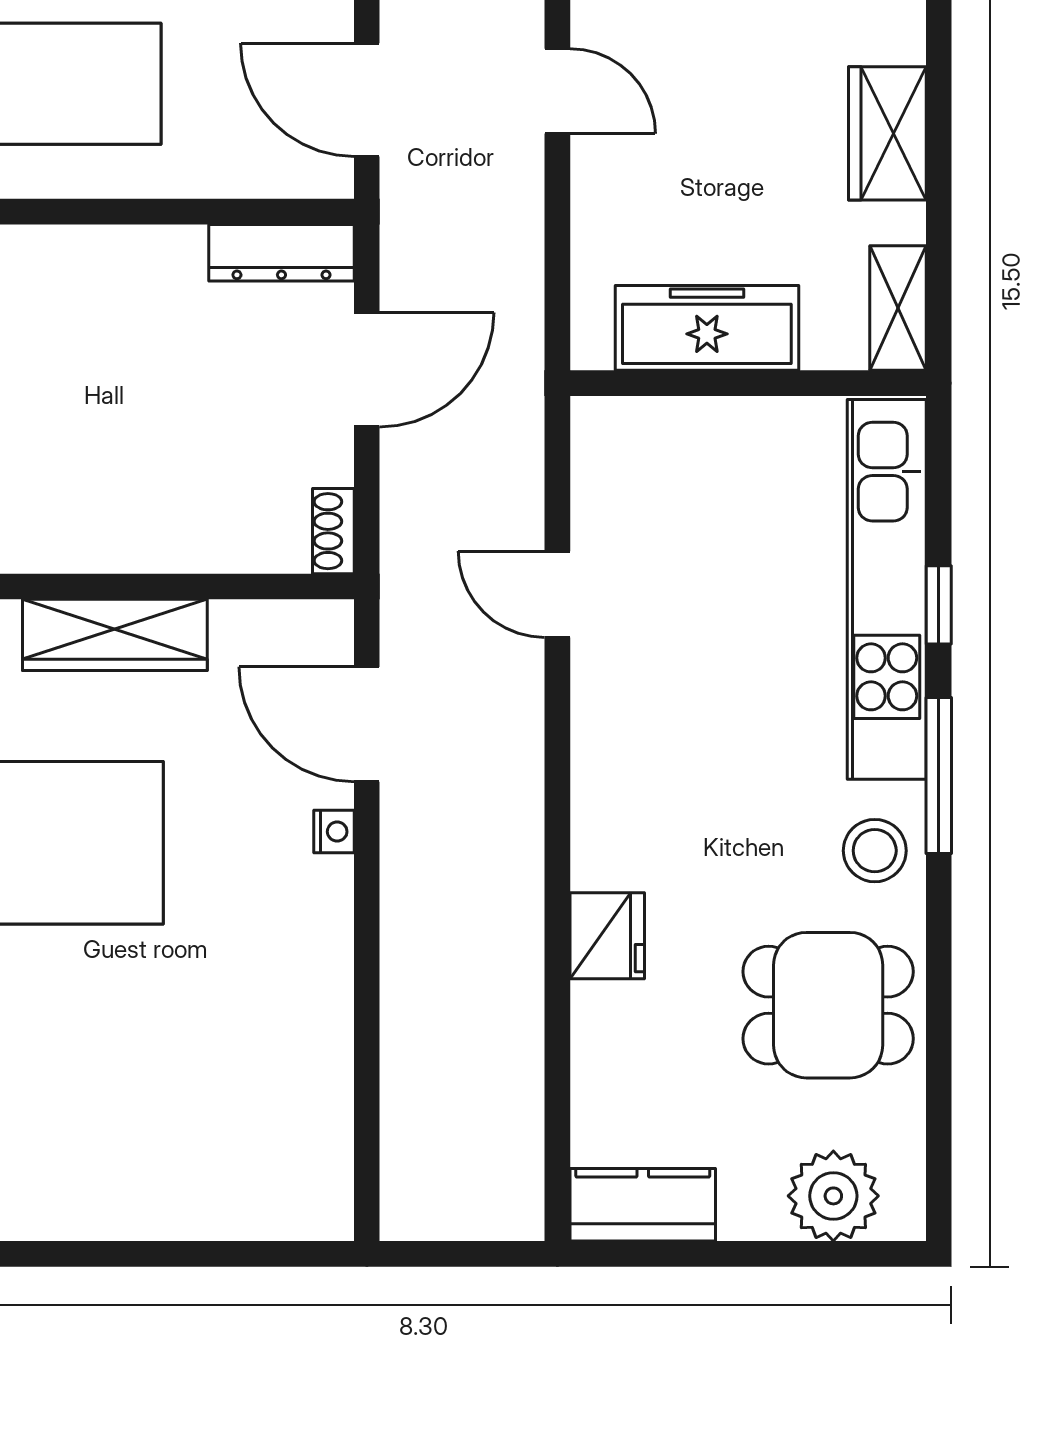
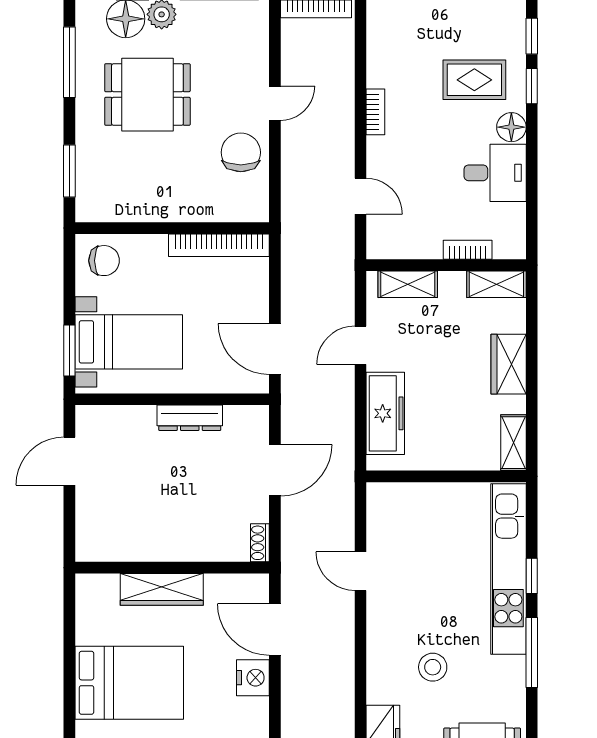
door: (557, 91) -> (361, 345), swing flipped
dresser: (281, 253) -> (190, 418), moved
freezer: (707, 328) -> (385, 413), moved, turned 90
nightstand: (334, 832) -> (253, 678), width x1.89, depth x1.79
stool: (875, 851) -> (433, 667), moved

